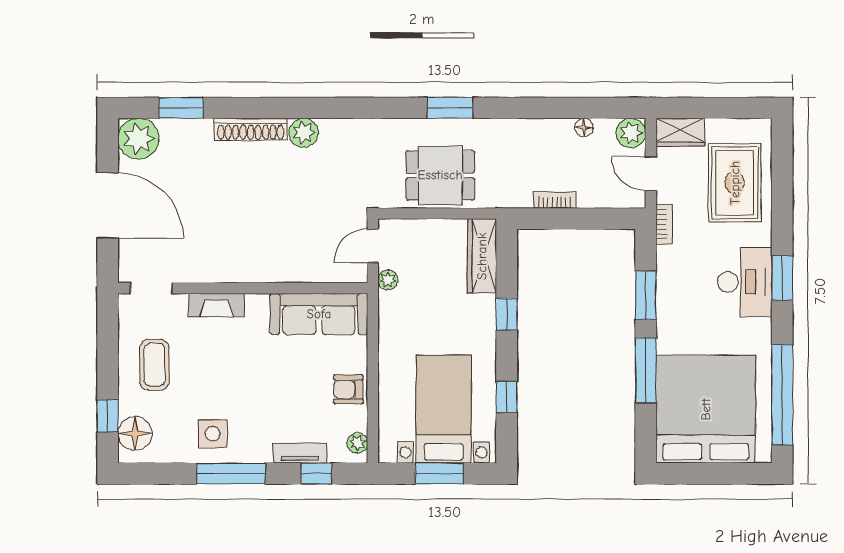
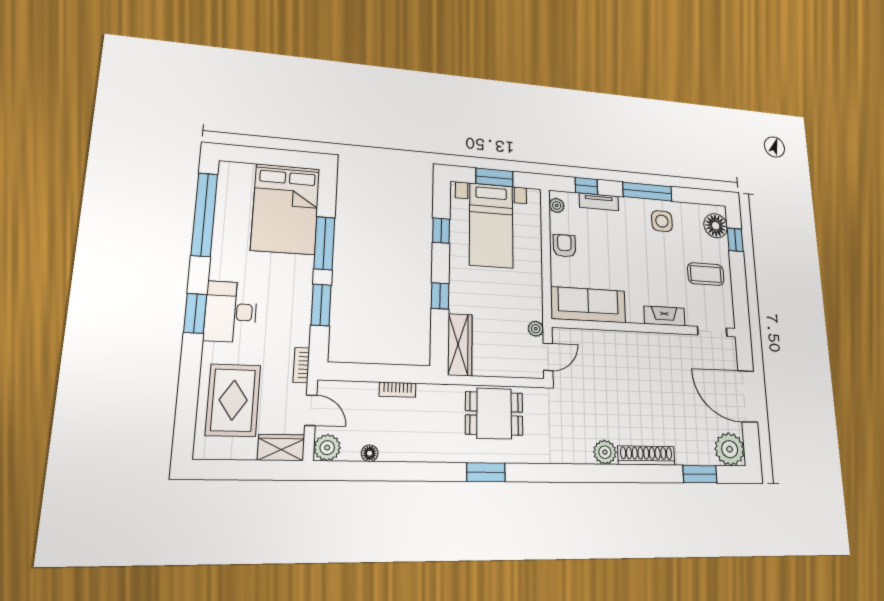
coffee table: (154, 365) -> (706, 274), turned 90
armchair: (348, 389) -> (564, 246), turned -90
bed: (706, 409) -> (286, 209), width x0.73

